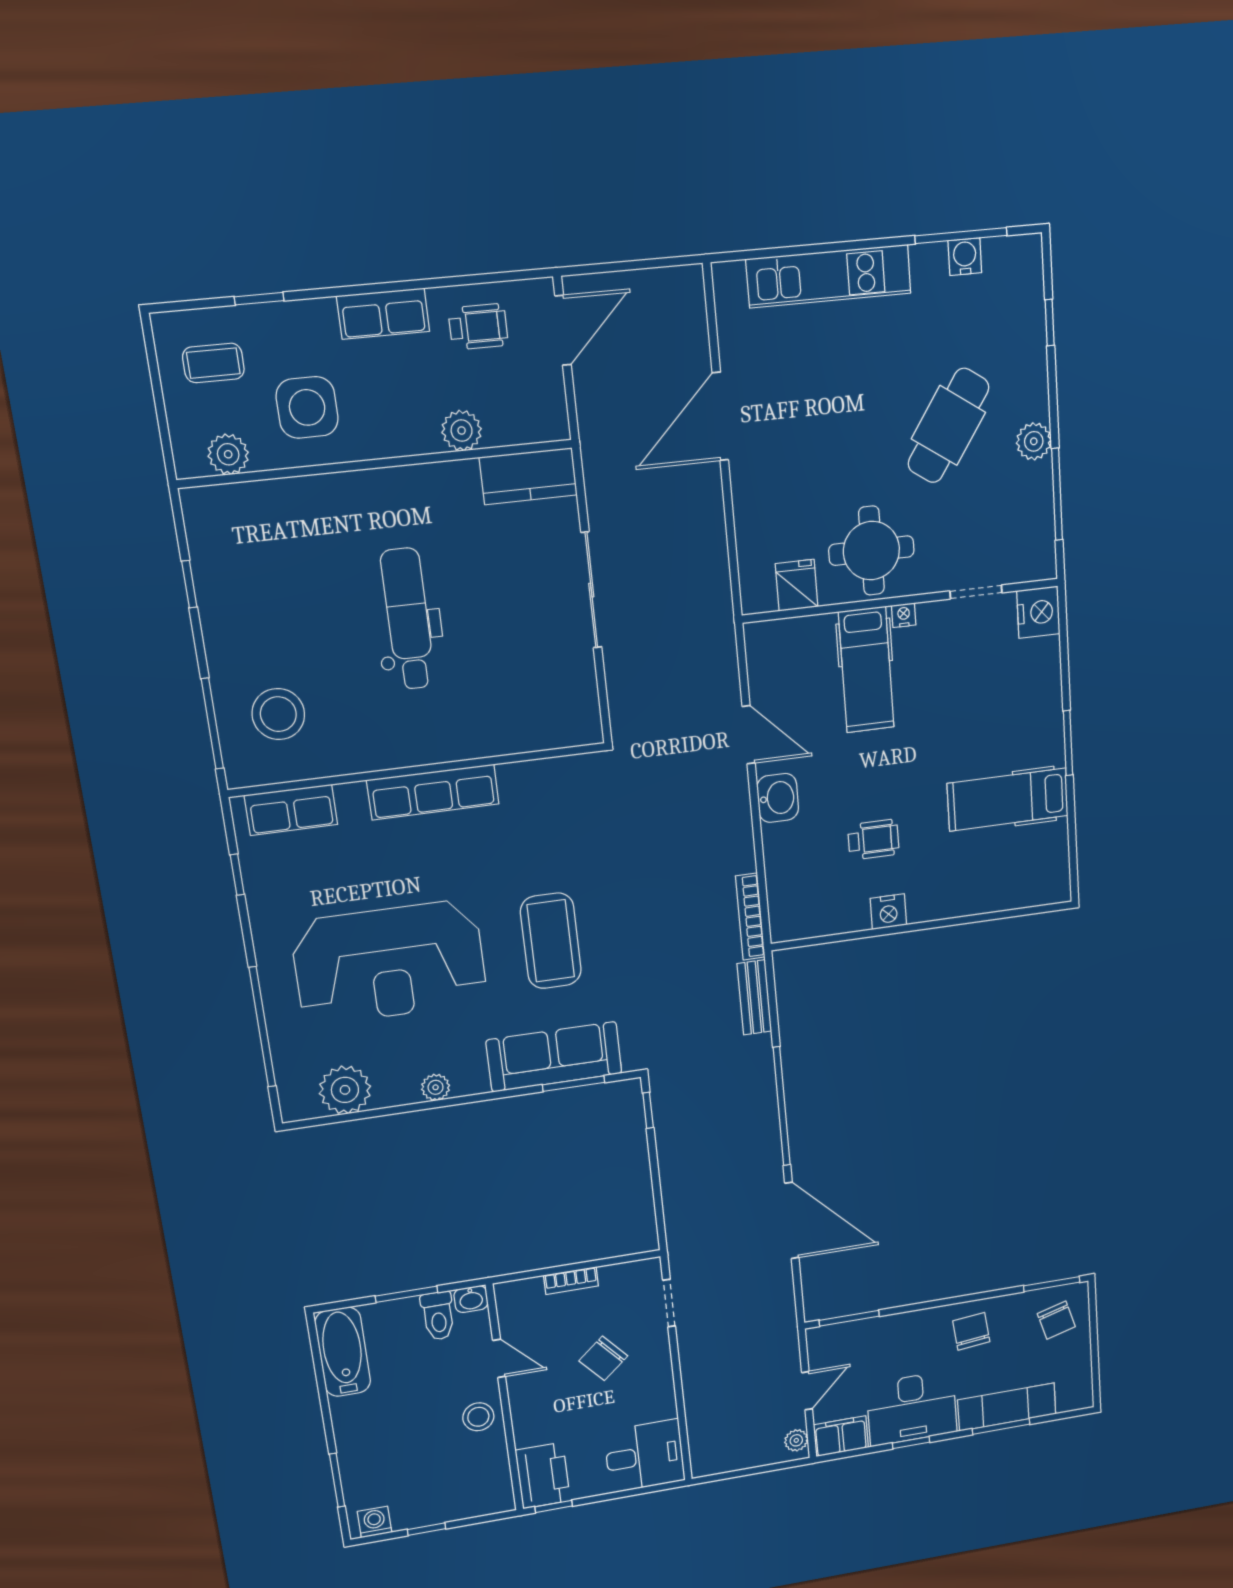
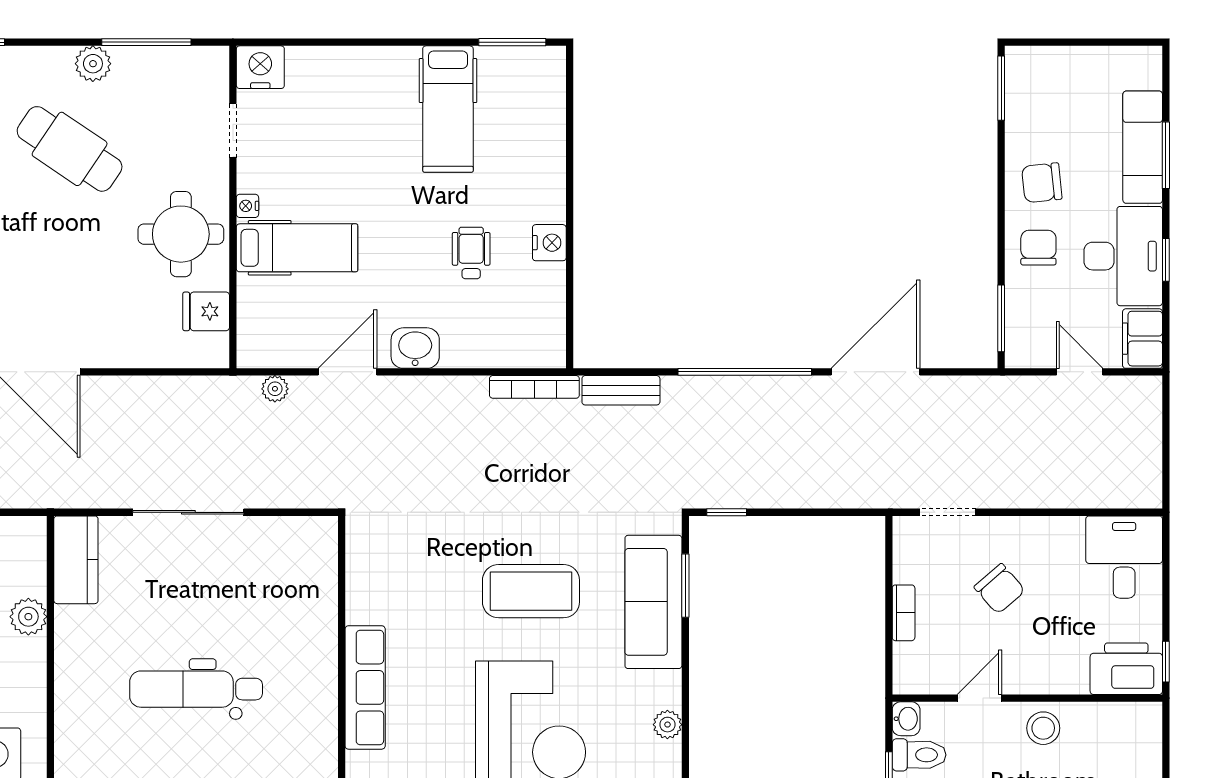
window: (1068, 743) -> (512, 42), moved
chair: (1056, 1320) -> (1038, 248), moved, turned -74
plant: (796, 1440) -> (275, 389), moved

